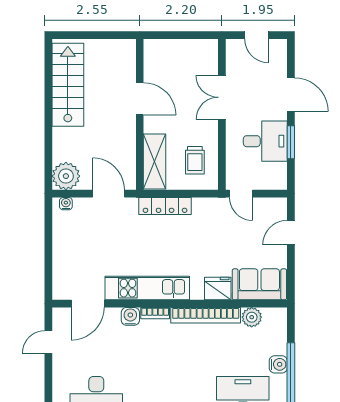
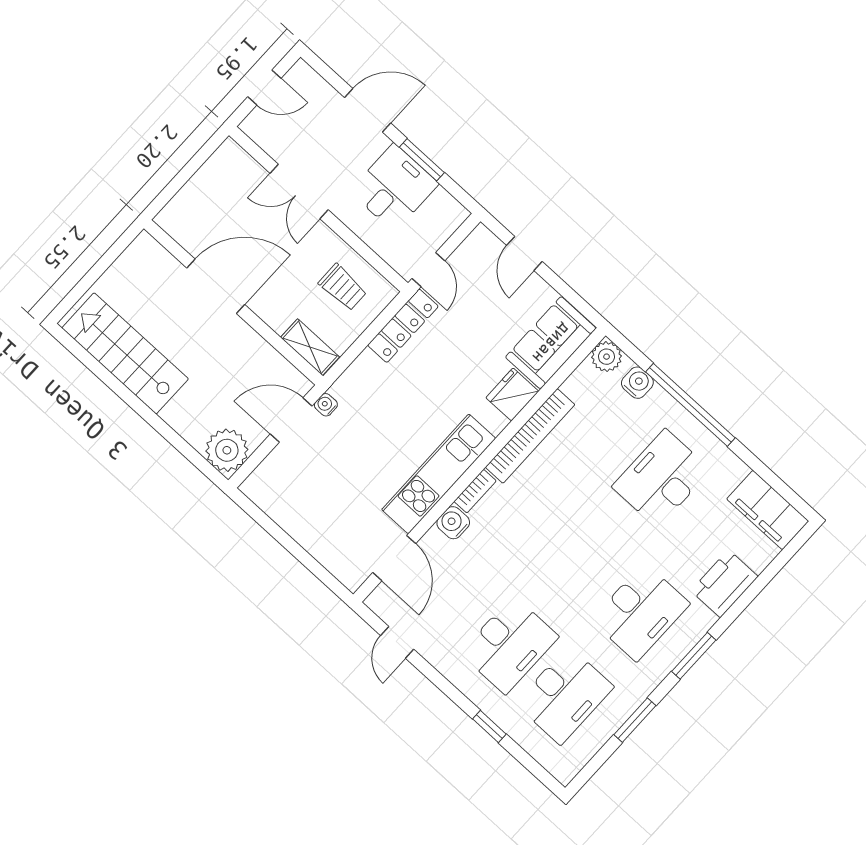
door: (140, 99) -> (216, 286), width x1.36
shelving: (155, 162) -> (310, 347), width x0.67, depth x0.75
door: (241, 194) -> (428, 270), hinge flipped
water cooler: (66, 204) -> (326, 405), moved
locker: (165, 206) -> (403, 326), moved
plant: (252, 317) -> (607, 357), moved
water cooler: (278, 364) -> (637, 383), moved

